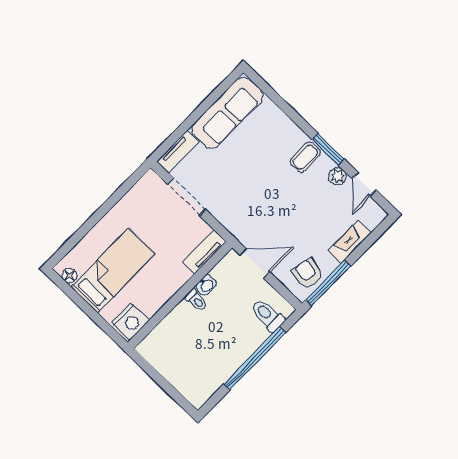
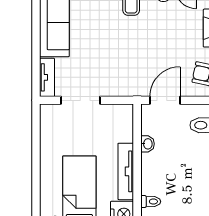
tv unit: (204, 252) -> (126, 171), moved, width x1.41
toilet: (196, 300) -> (151, 202), moved

